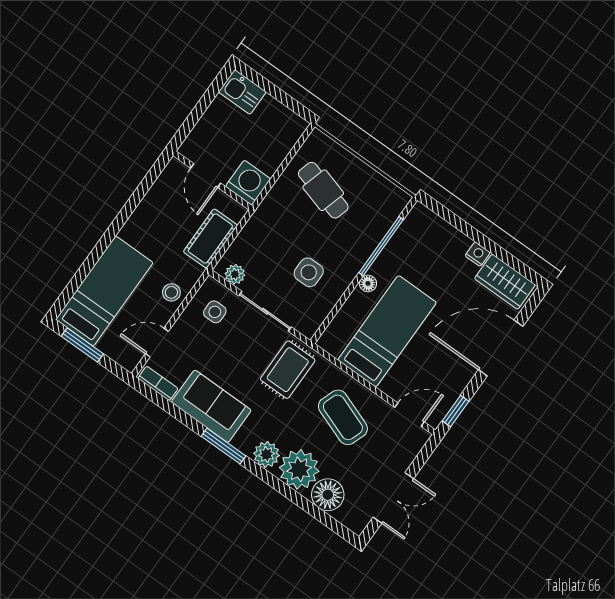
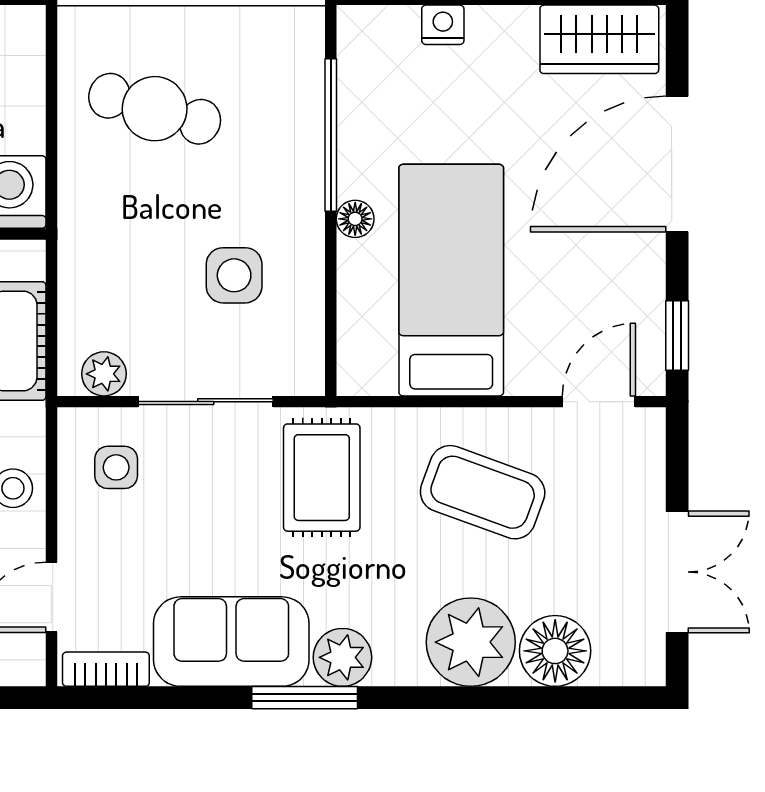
nightstand: (478, 254) -> (443, 25), moved
plant: (266, 454) -> (342, 657), moved

